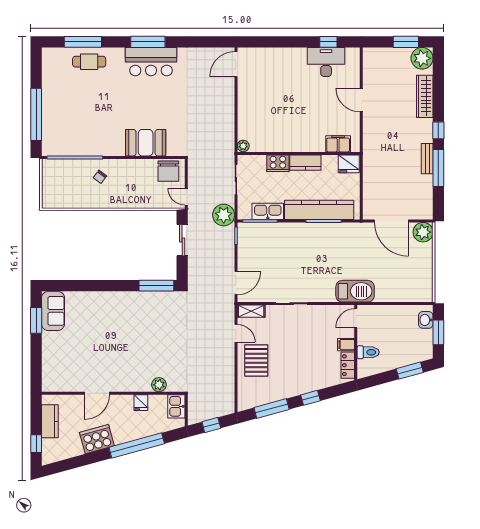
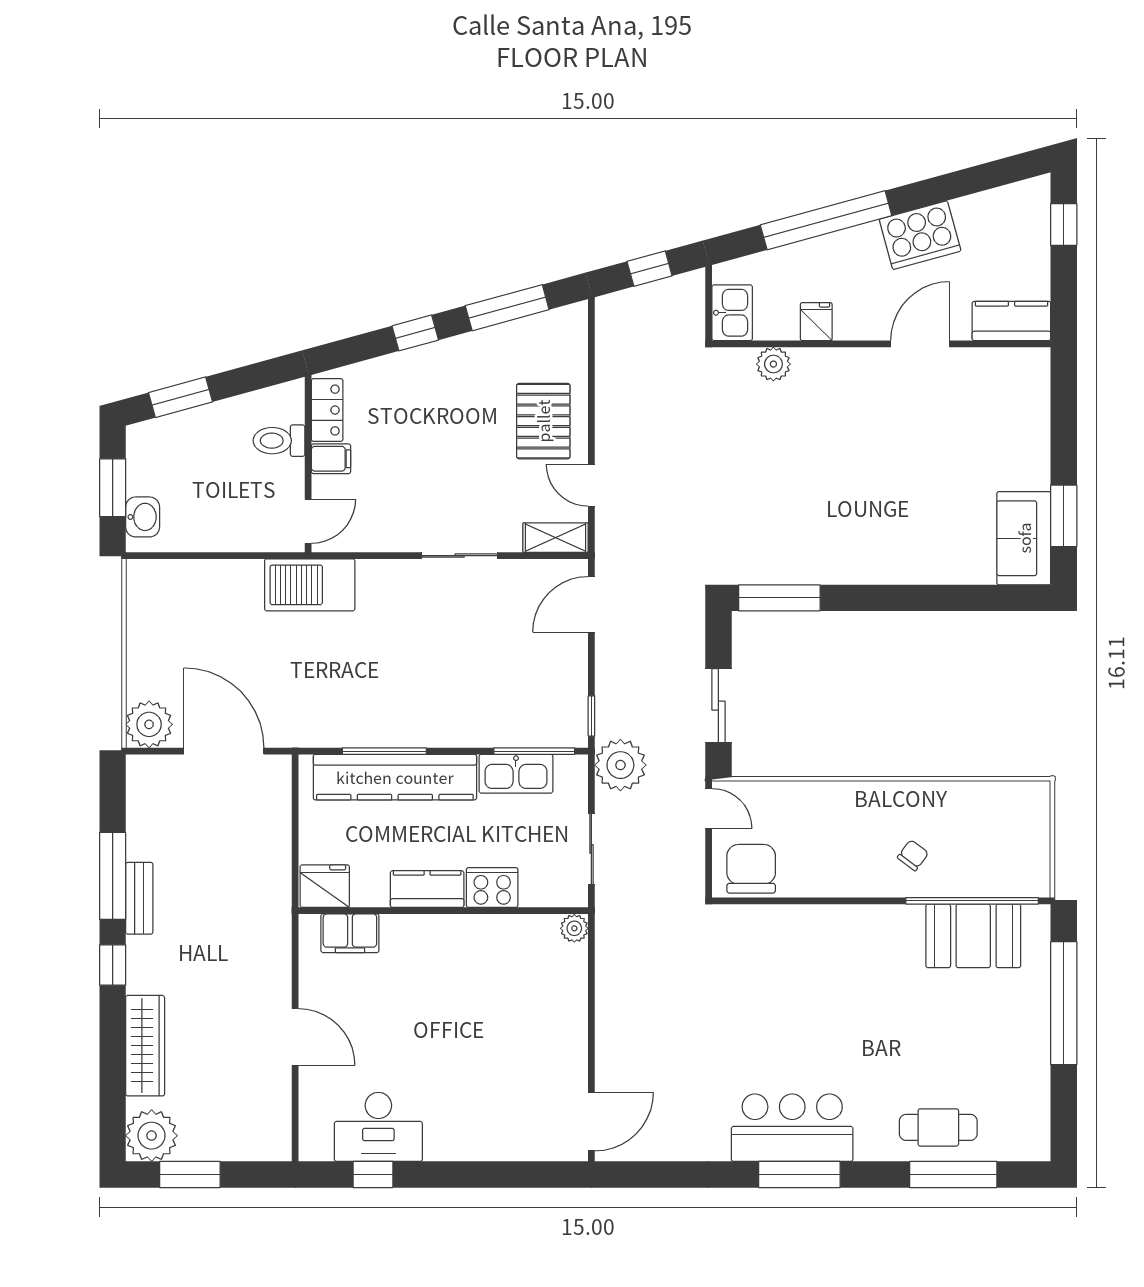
booth: (146, 143) -> (973, 936), moved
kitchen counter: (50, 421) -> (1011, 321), moved, turned 90

